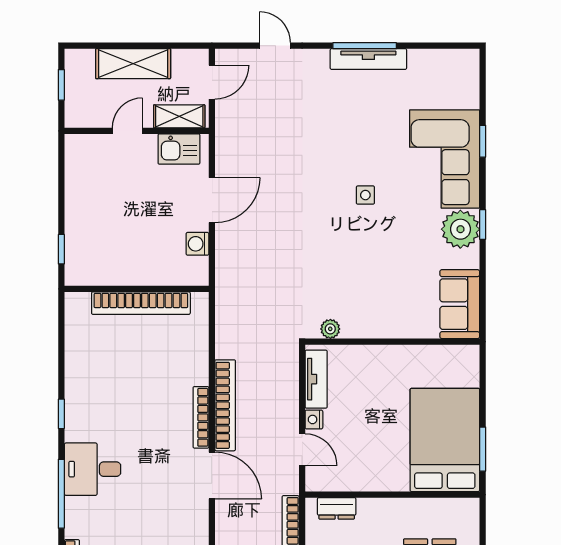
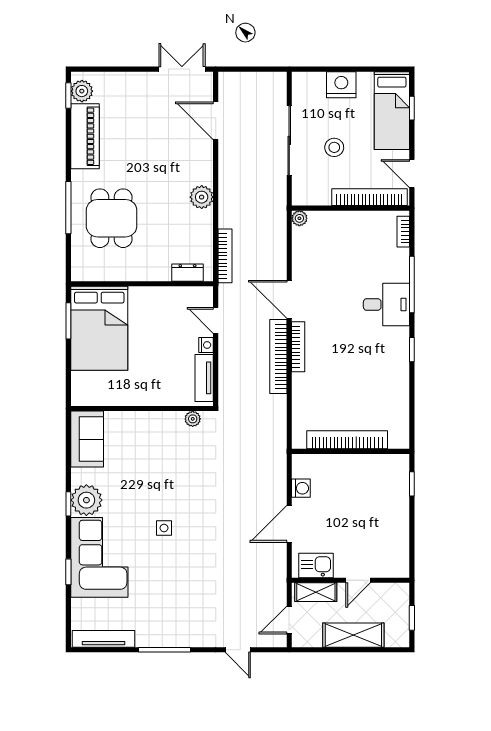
tv unit: (368, 59) -> (104, 639), moved

